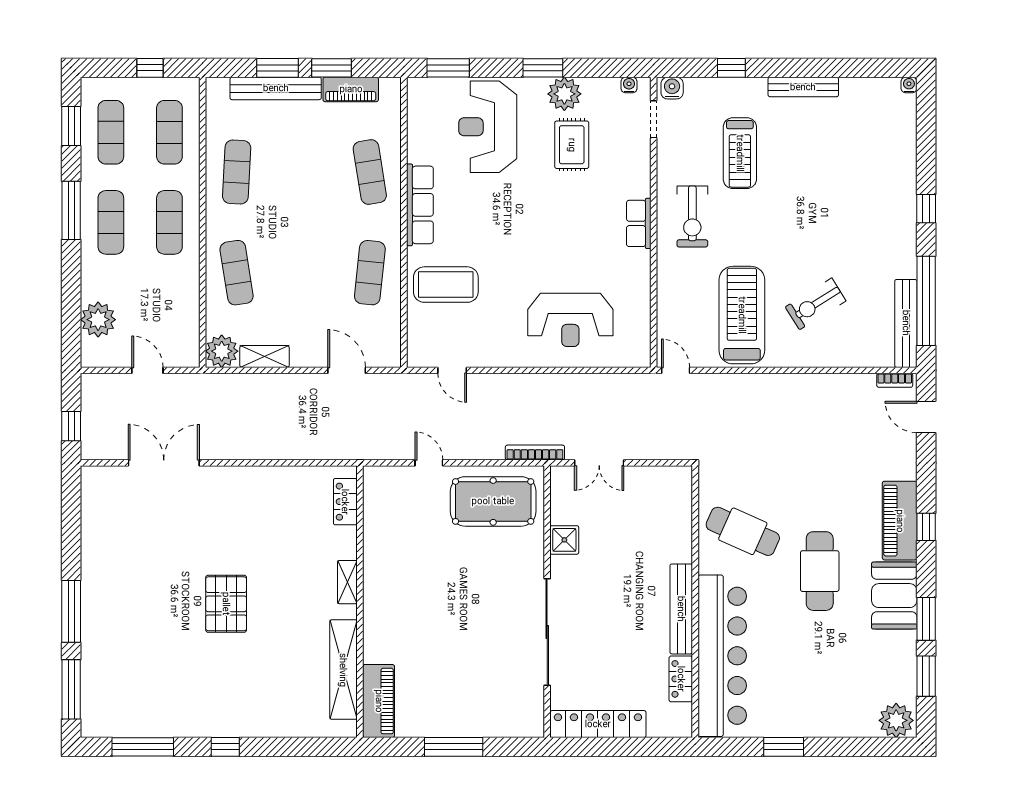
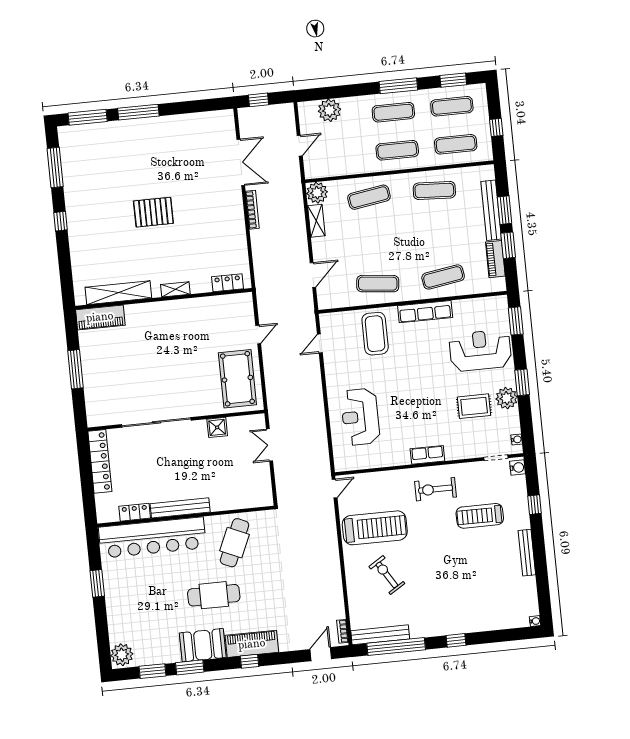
bookcase: (535, 453) -> (252, 210), moved

